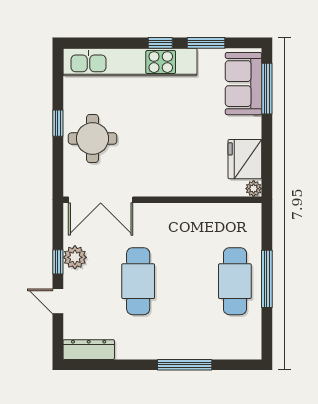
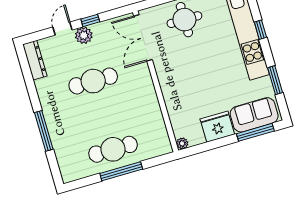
window: (160, 43) -> (260, 30), moved
fridge: (245, 159) -> (217, 127), moved
plant: (75, 257) -> (84, 35), moved

